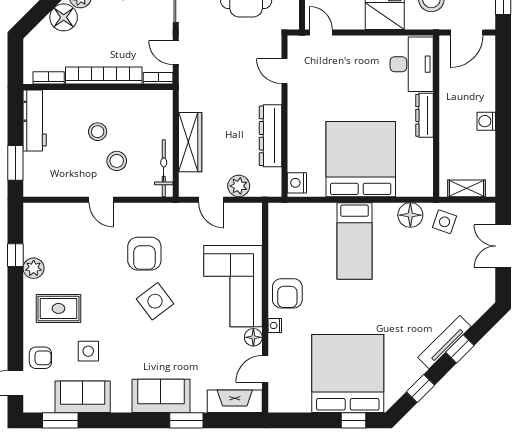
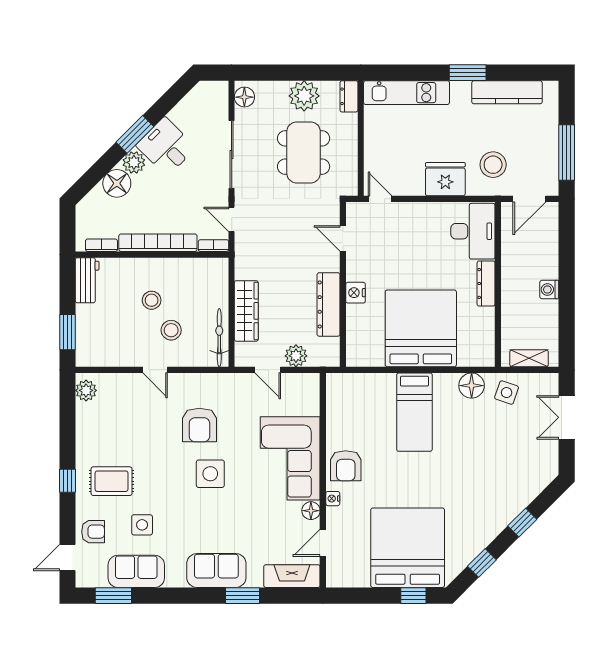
workbench: (35, 120) -> (87, 280), width x0.73
nightstand: (297, 183) -> (356, 293), moved
window: (15, 255) -> (67, 481), moved
plant: (34, 268) -> (86, 390), moved
side table: (155, 301) -> (210, 474), turned 37
tv unit: (444, 342) -> (506, 516), removed

